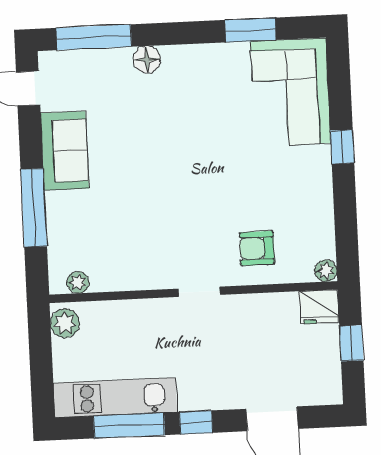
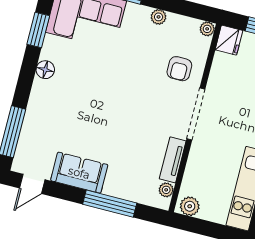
floor lamp: (147, 60) -> (45, 70), moved
plant: (322, 196) -> (159, 17), added
tv unit: (124, 279) -> (173, 160), added
doorway: (199, 292) -> (196, 114), width x1.87

